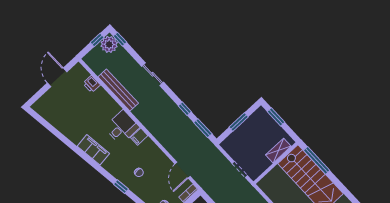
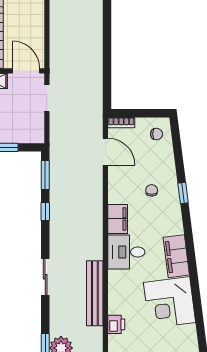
corner desk: (74, 122) -> (169, 302), added
filing cabinet: (139, 137) -> (118, 219), width x2.00
door: (183, 170) -> (105, 152), hinge flipped
door: (264, 174) -> (26, 71), added

